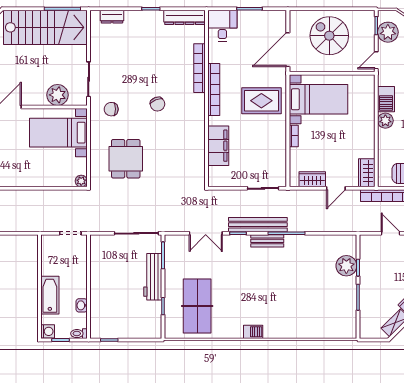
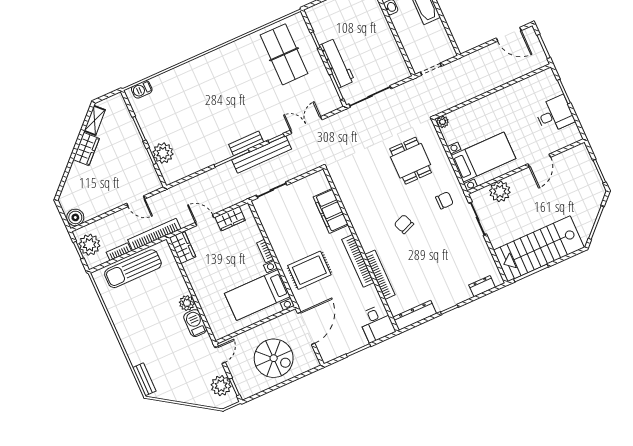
door: (336, 188) -> (205, 220), hinge flipped
barbecue: (253, 332) -> (142, 89), moved

